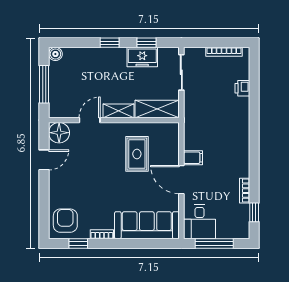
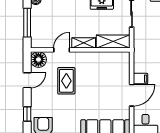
rug: (137, 154) -> (66, 81), moved
door: (181, 180) -> (132, 95), swing flipped
window: (44, 204) -> (27, 114), added

